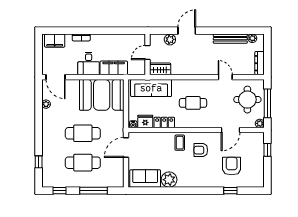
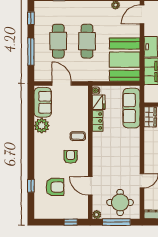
cafe table: (193, 103) -> (117, 149), removed
door: (126, 147) -> (62, 83), moved

